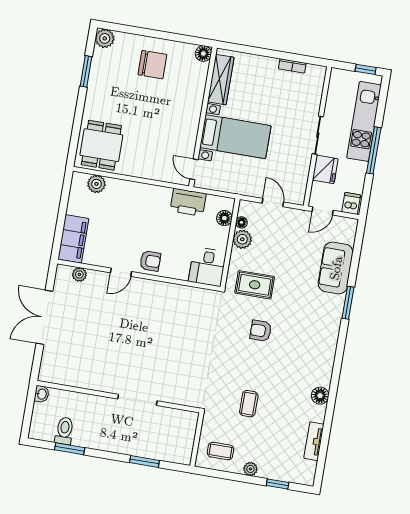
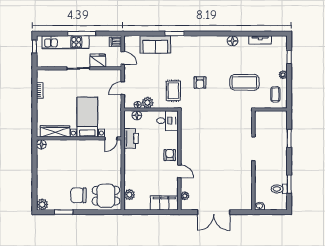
chair: (152, 65) -> (78, 195), moved, turned -90
coffee table: (249, 404) -> (244, 82), width x1.86, depth x1.72

